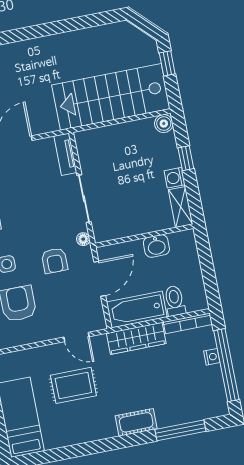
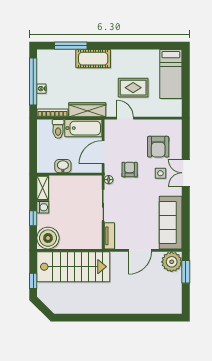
boiler: (164, 124) -> (48, 238), width x1.86, depth x1.86
cot: (136, 422) -> (93, 59), width x1.37, depth x1.34

